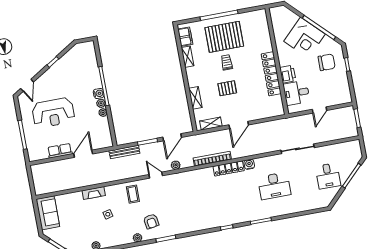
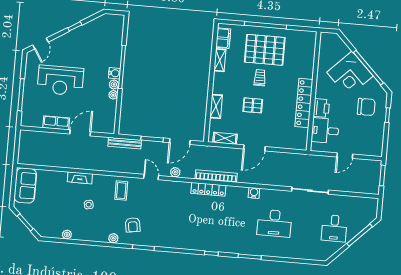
locker: (229, 168) -> (208, 189), moved

